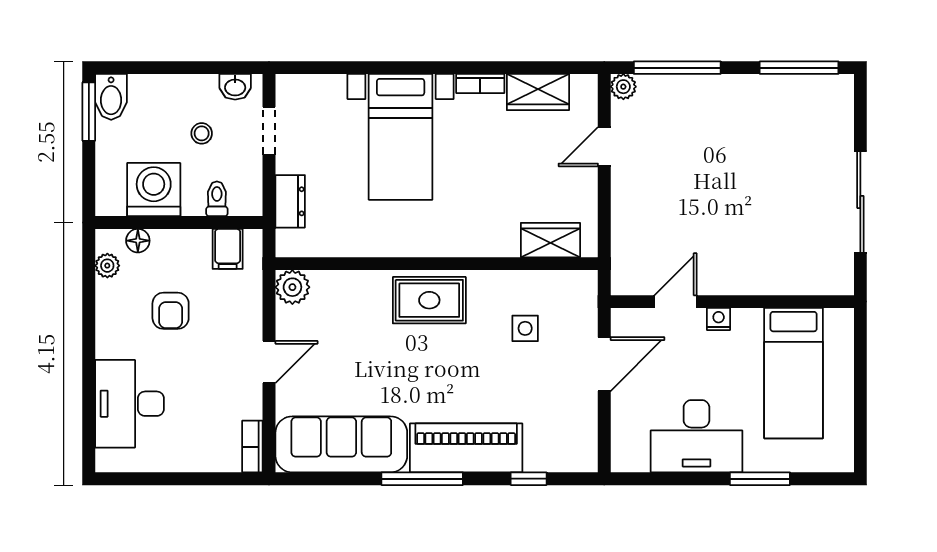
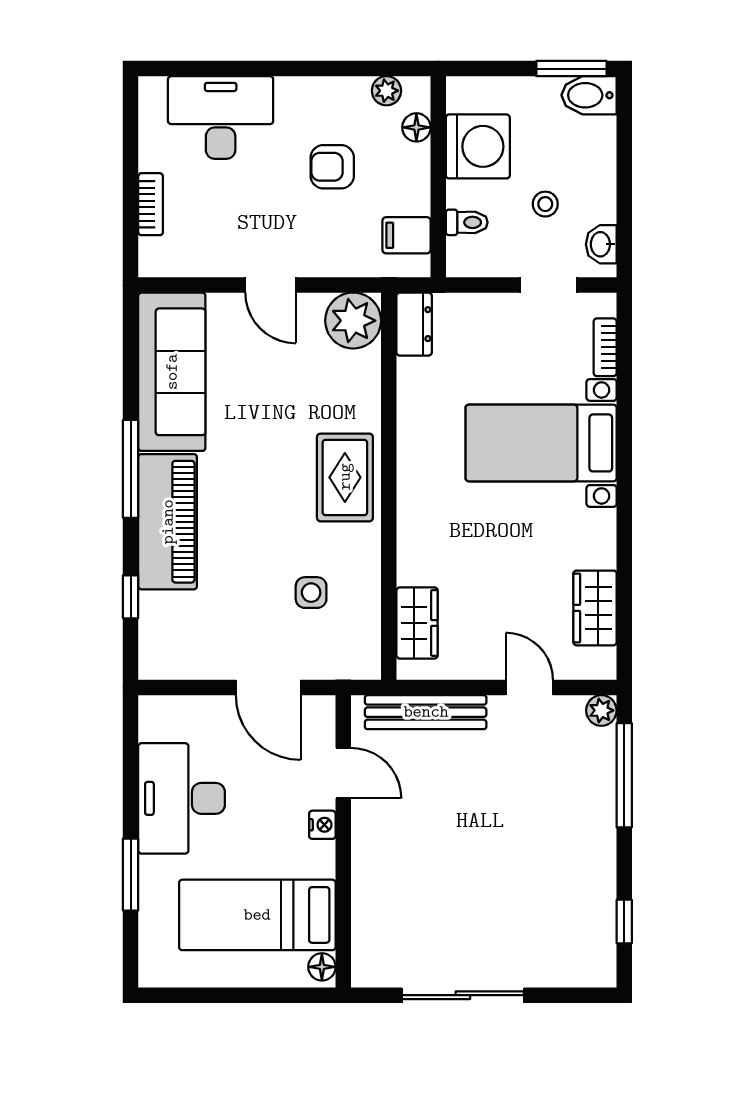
window: (799, 68) -> (624, 922), width x0.46
bookcase: (480, 84) -> (605, 347), moved
dresser: (290, 201) -> (414, 324), moved, turned -90
bench: (625, 233) -> (426, 712), added
plant: (292, 287) -> (353, 321), width x1.36, depth x1.36
floor lamp: (837, 319) -> (322, 967), added
bookcase: (252, 447) -> (151, 204), moved, turned 90

